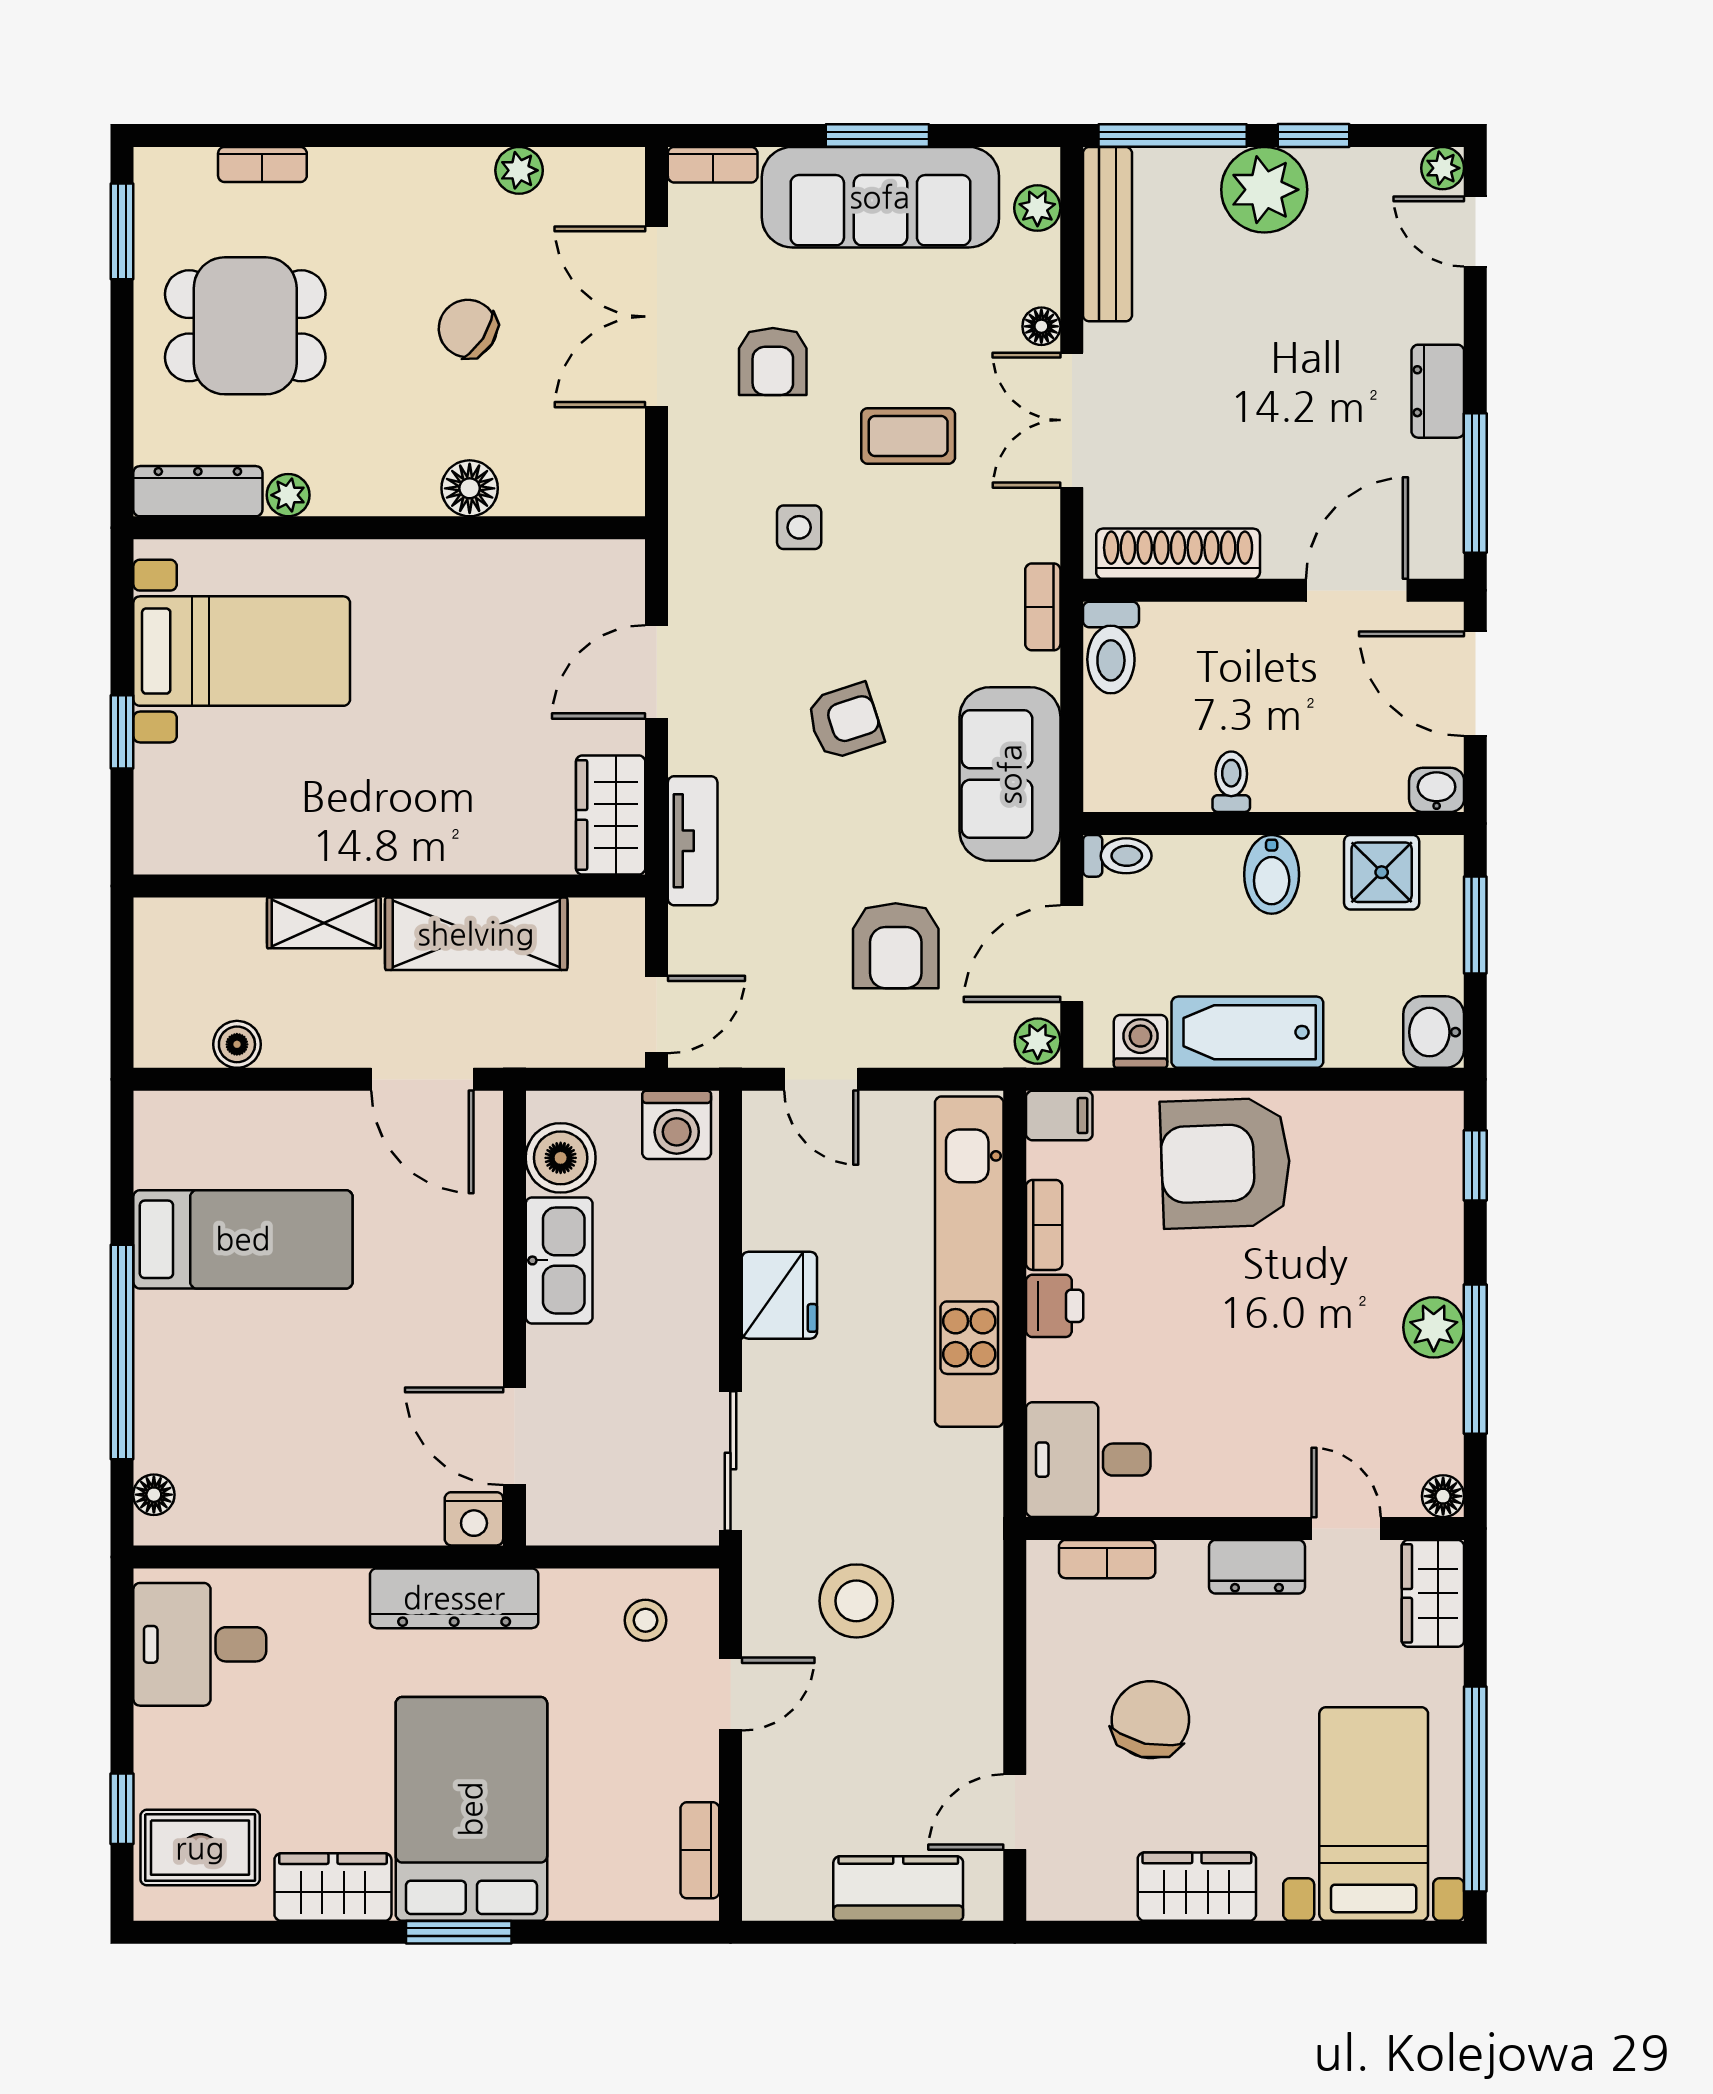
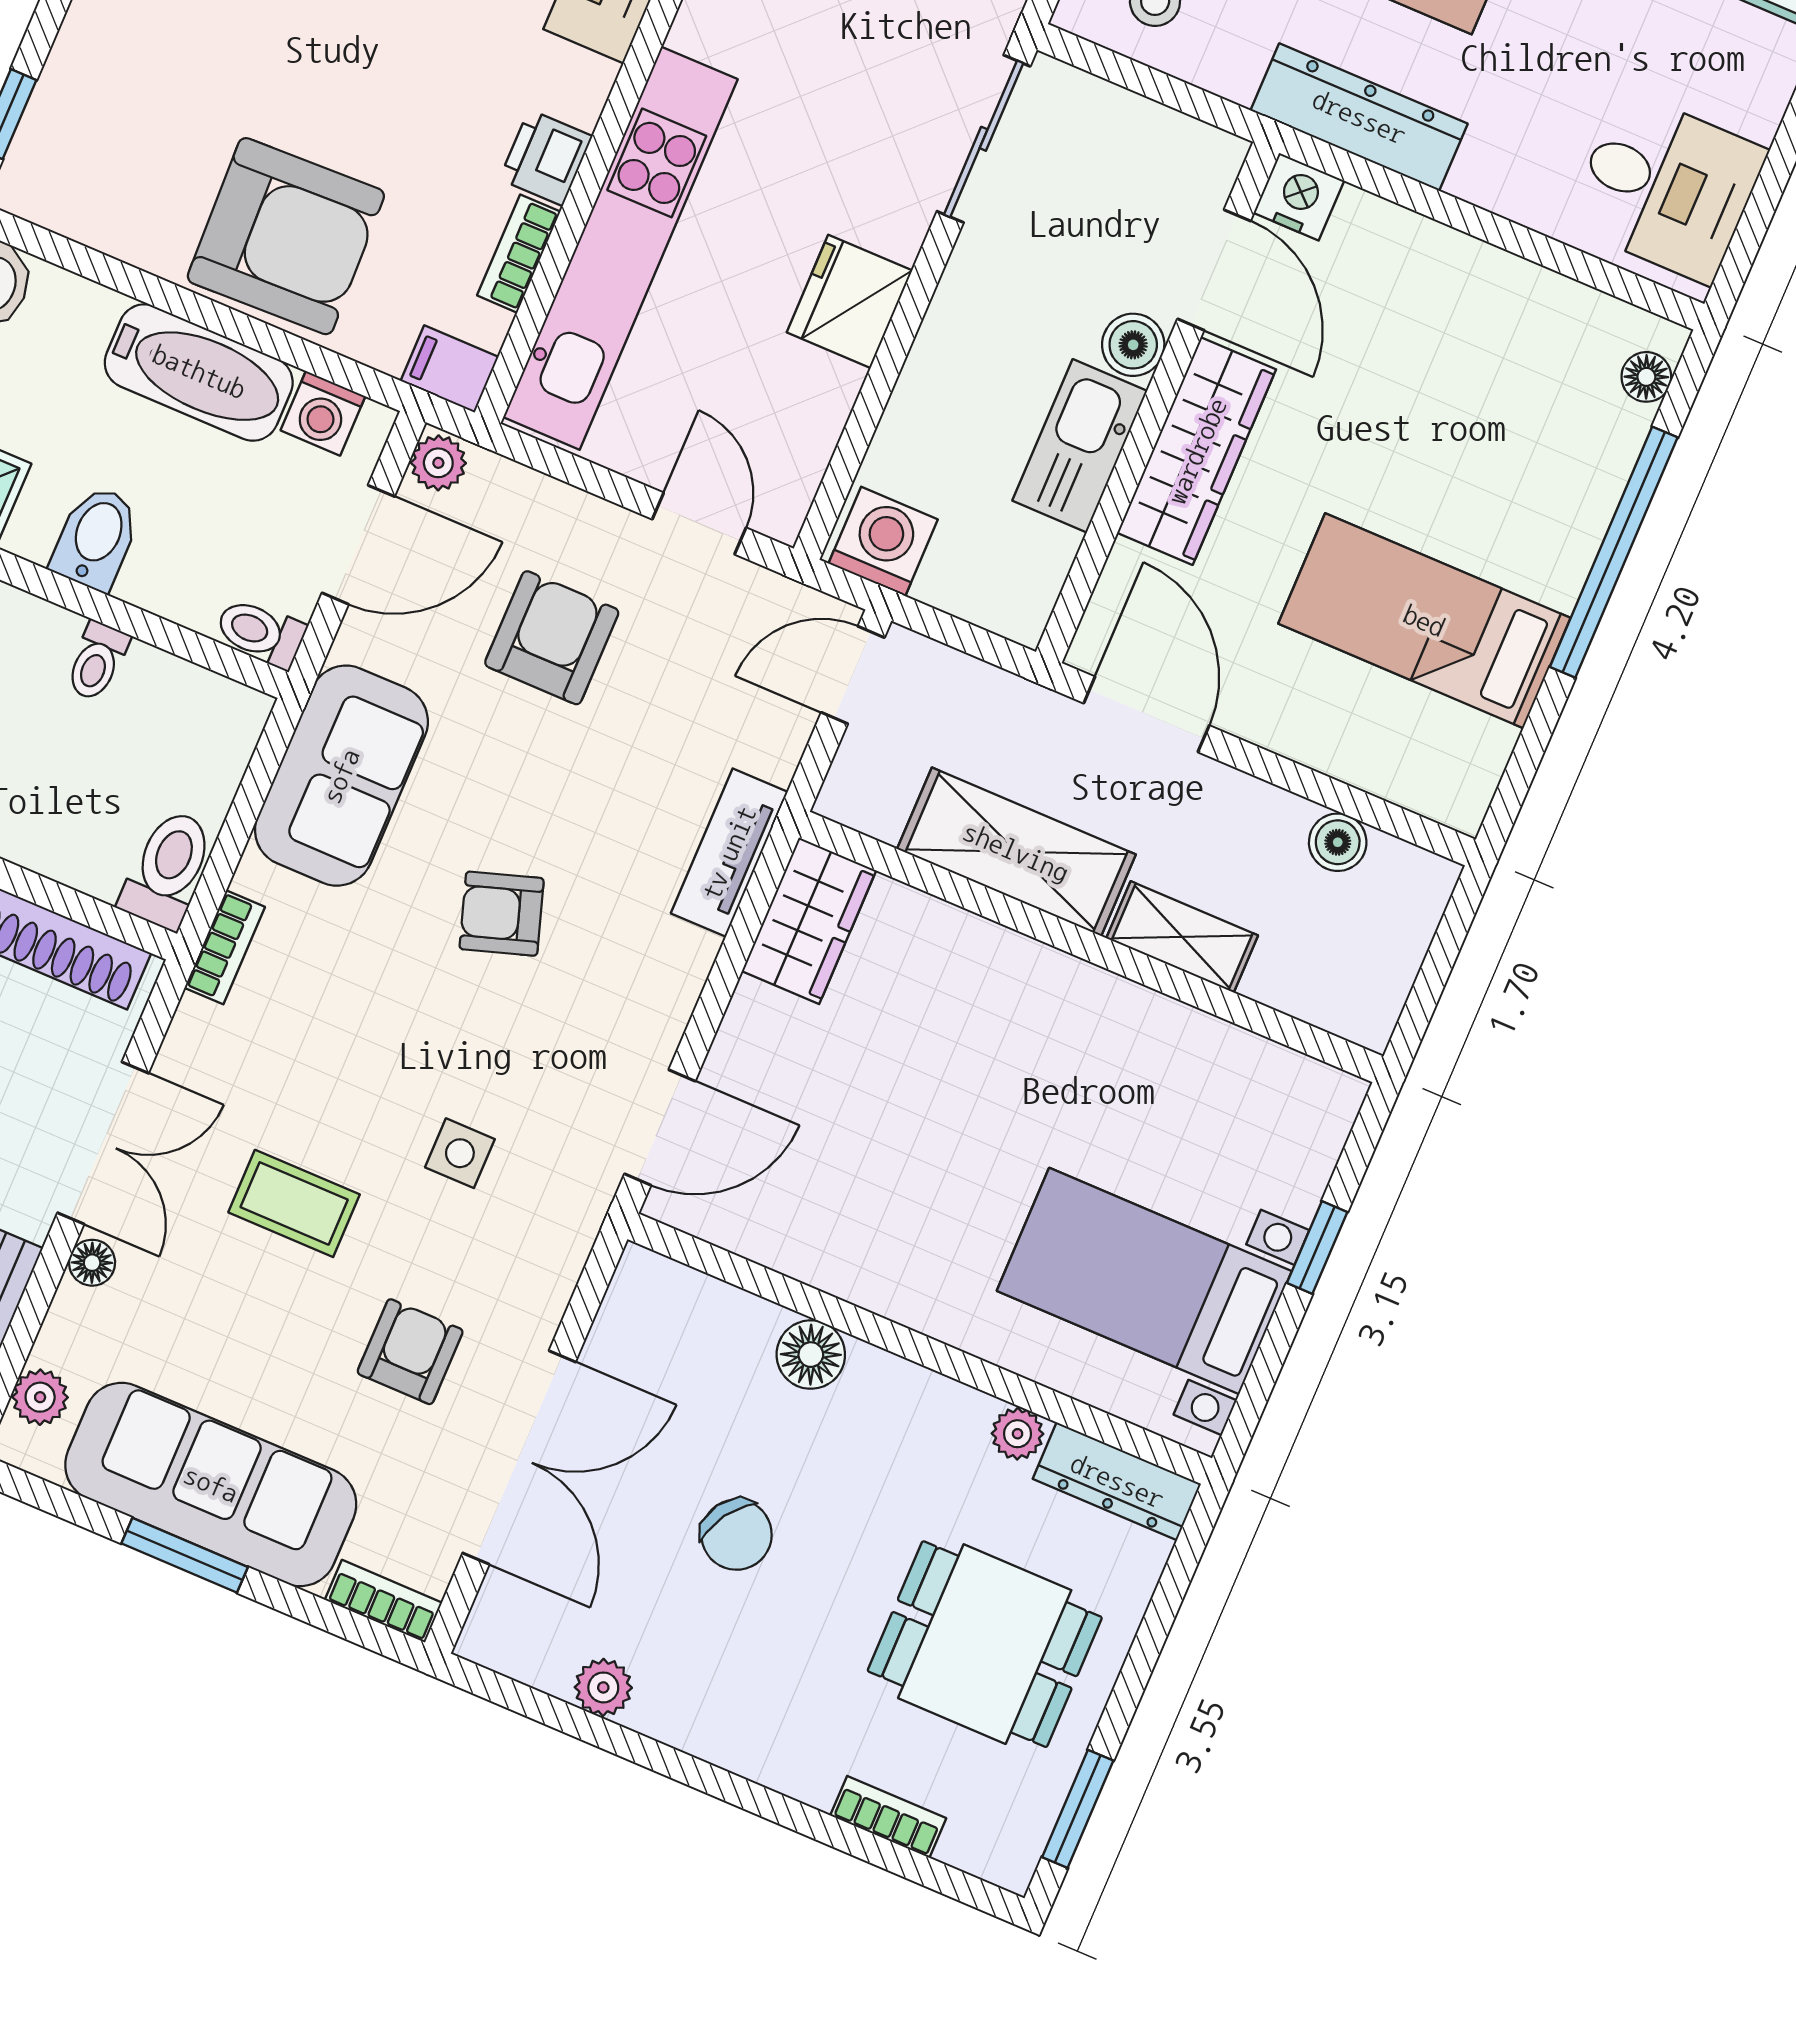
door: (657, 672) -> (660, 1128), moved
boiler: (561, 1158) -> (1133, 345), moved, width x0.73, depth x0.73
wardrobe: (469, 1294) -> (1197, 451), added

